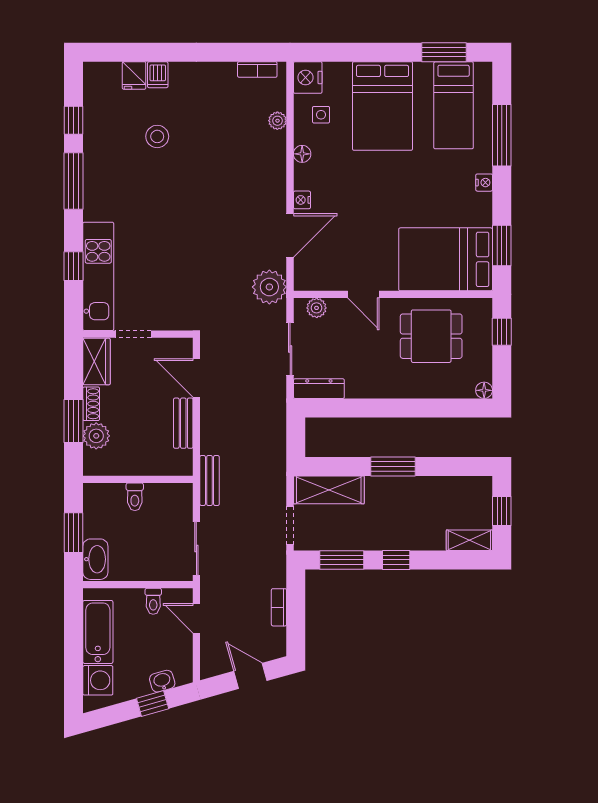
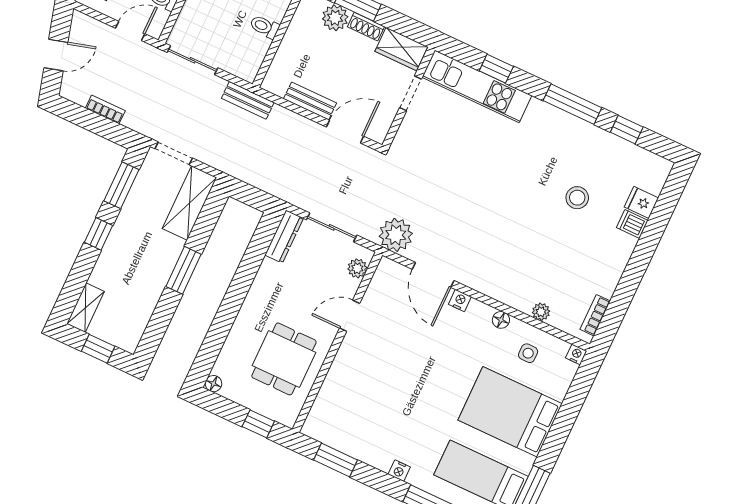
nightstand: (308, 77) -> (576, 354), width x0.53, depth x0.56
bed: (446, 259) -> (347, 404), removed

